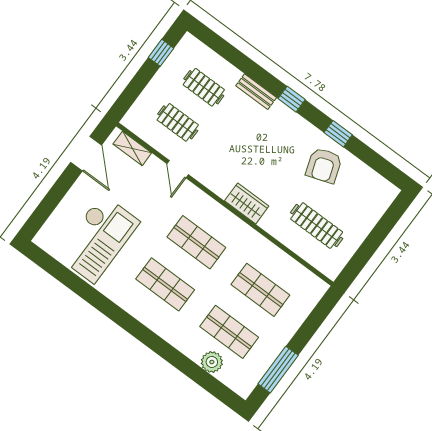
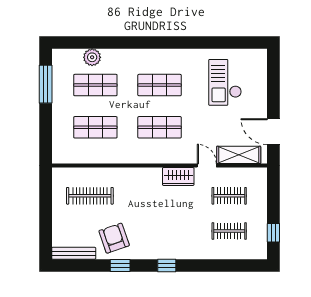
bench: (256, 92) -> (74, 253), moved, width x1.36
shelving: (132, 148) -> (239, 155), width x1.50, depth x1.33
wardrobe: (247, 203) -> (178, 176), moved
checkout: (98, 238) -> (225, 82), width x0.73, depth x0.83

